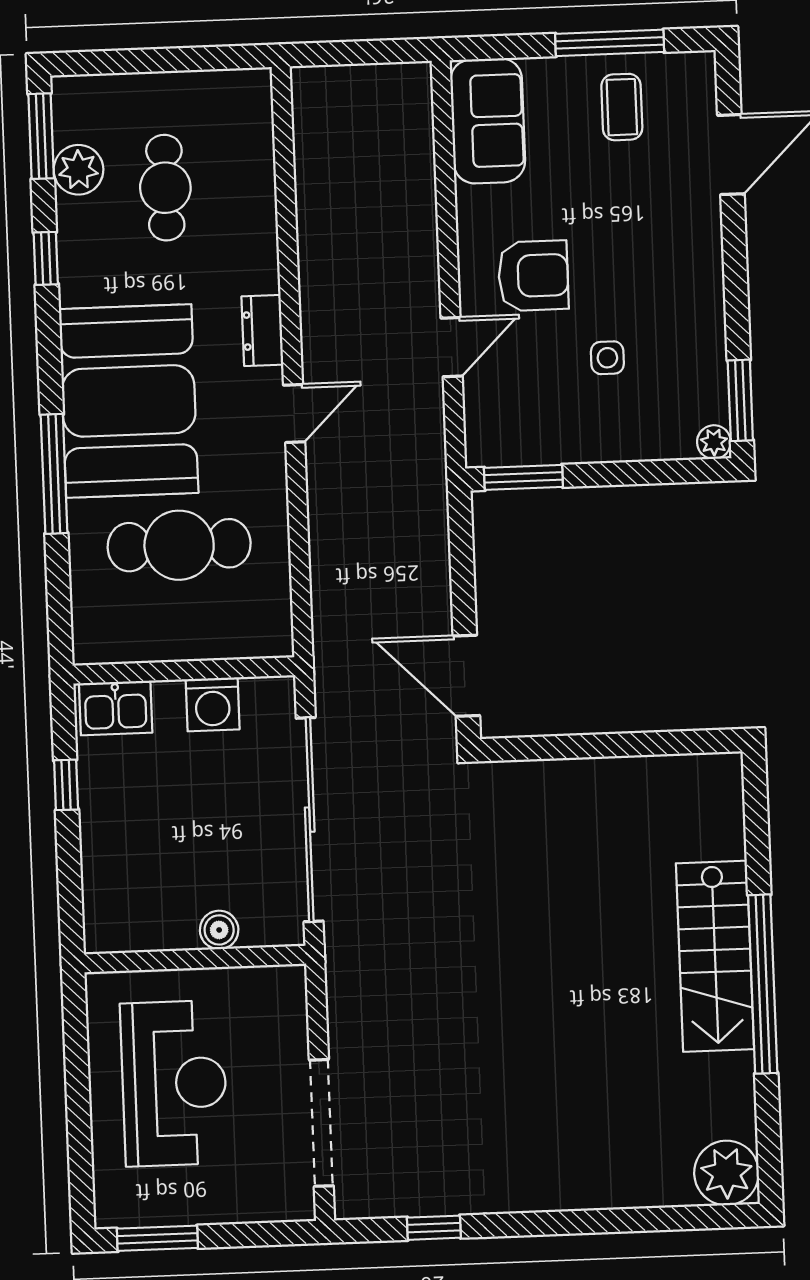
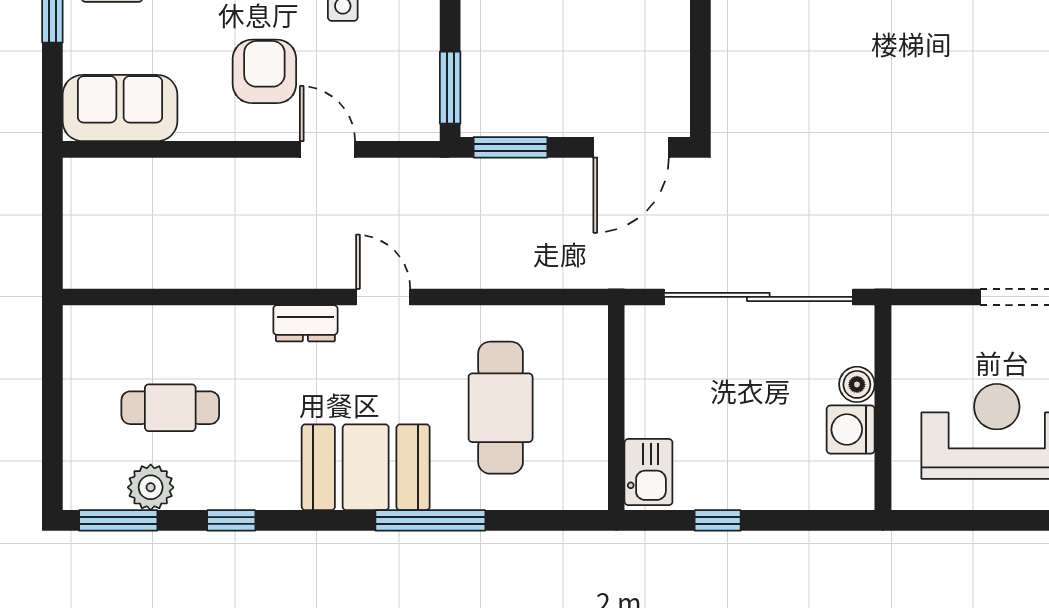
booth: (129, 401) -> (366, 467), width x0.73, depth x0.70
window: (461, 545) -> (511, 147), added
washing machine: (213, 704) -> (851, 429), moved, turned 180

